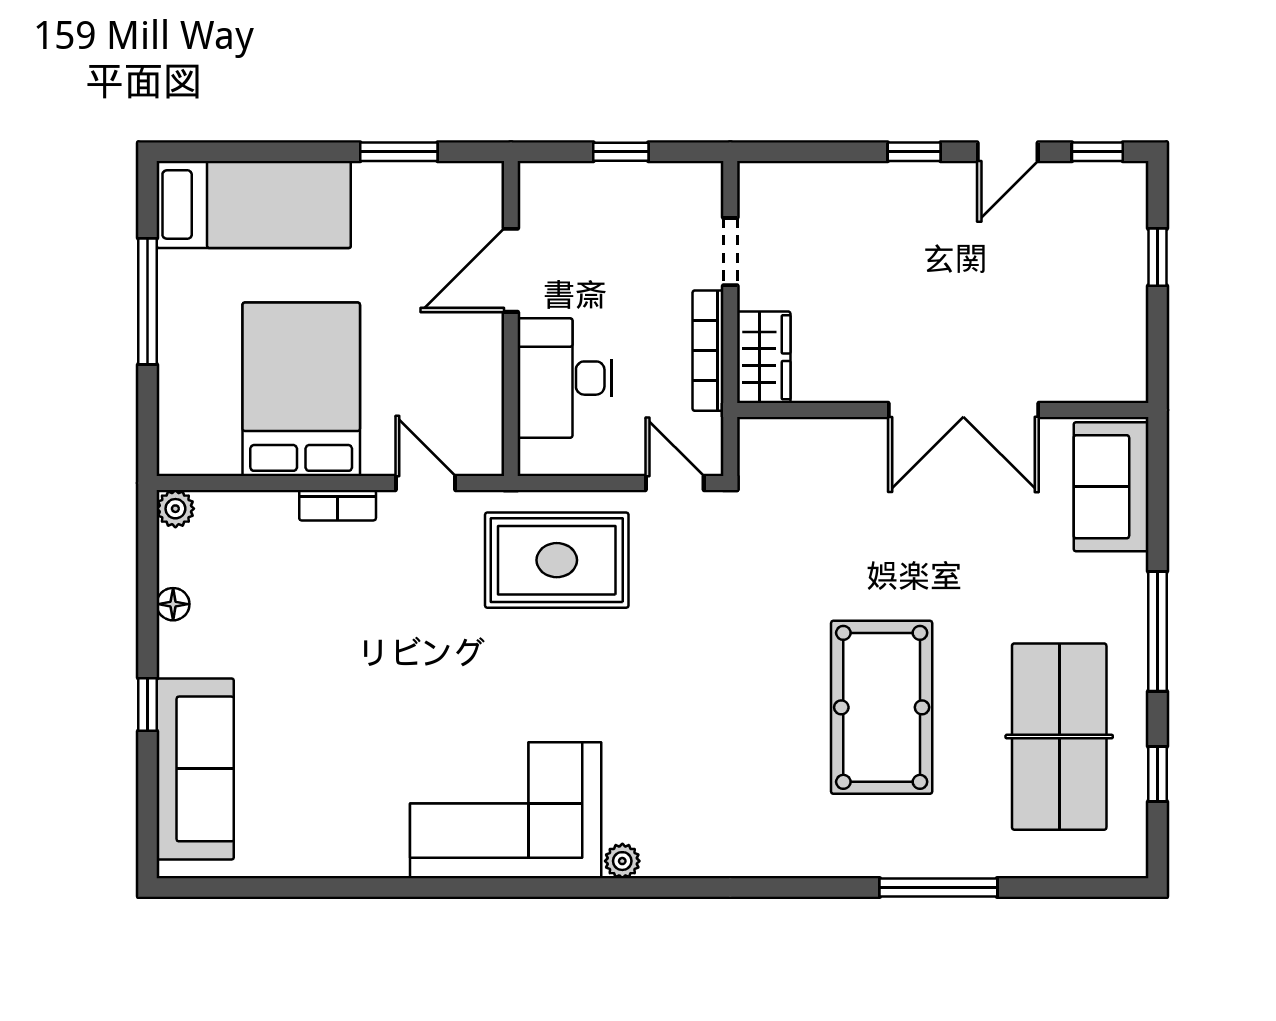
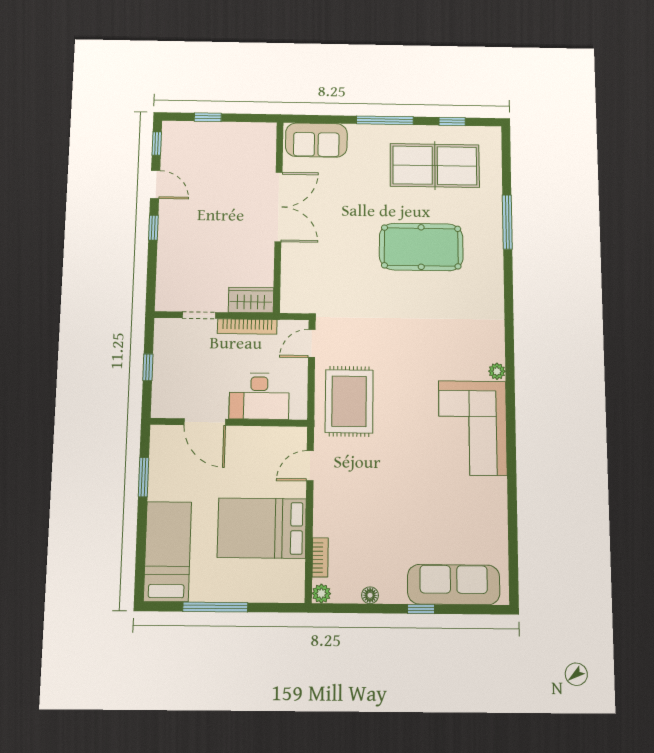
bookcase: (338, 505) -> (320, 557), moved

